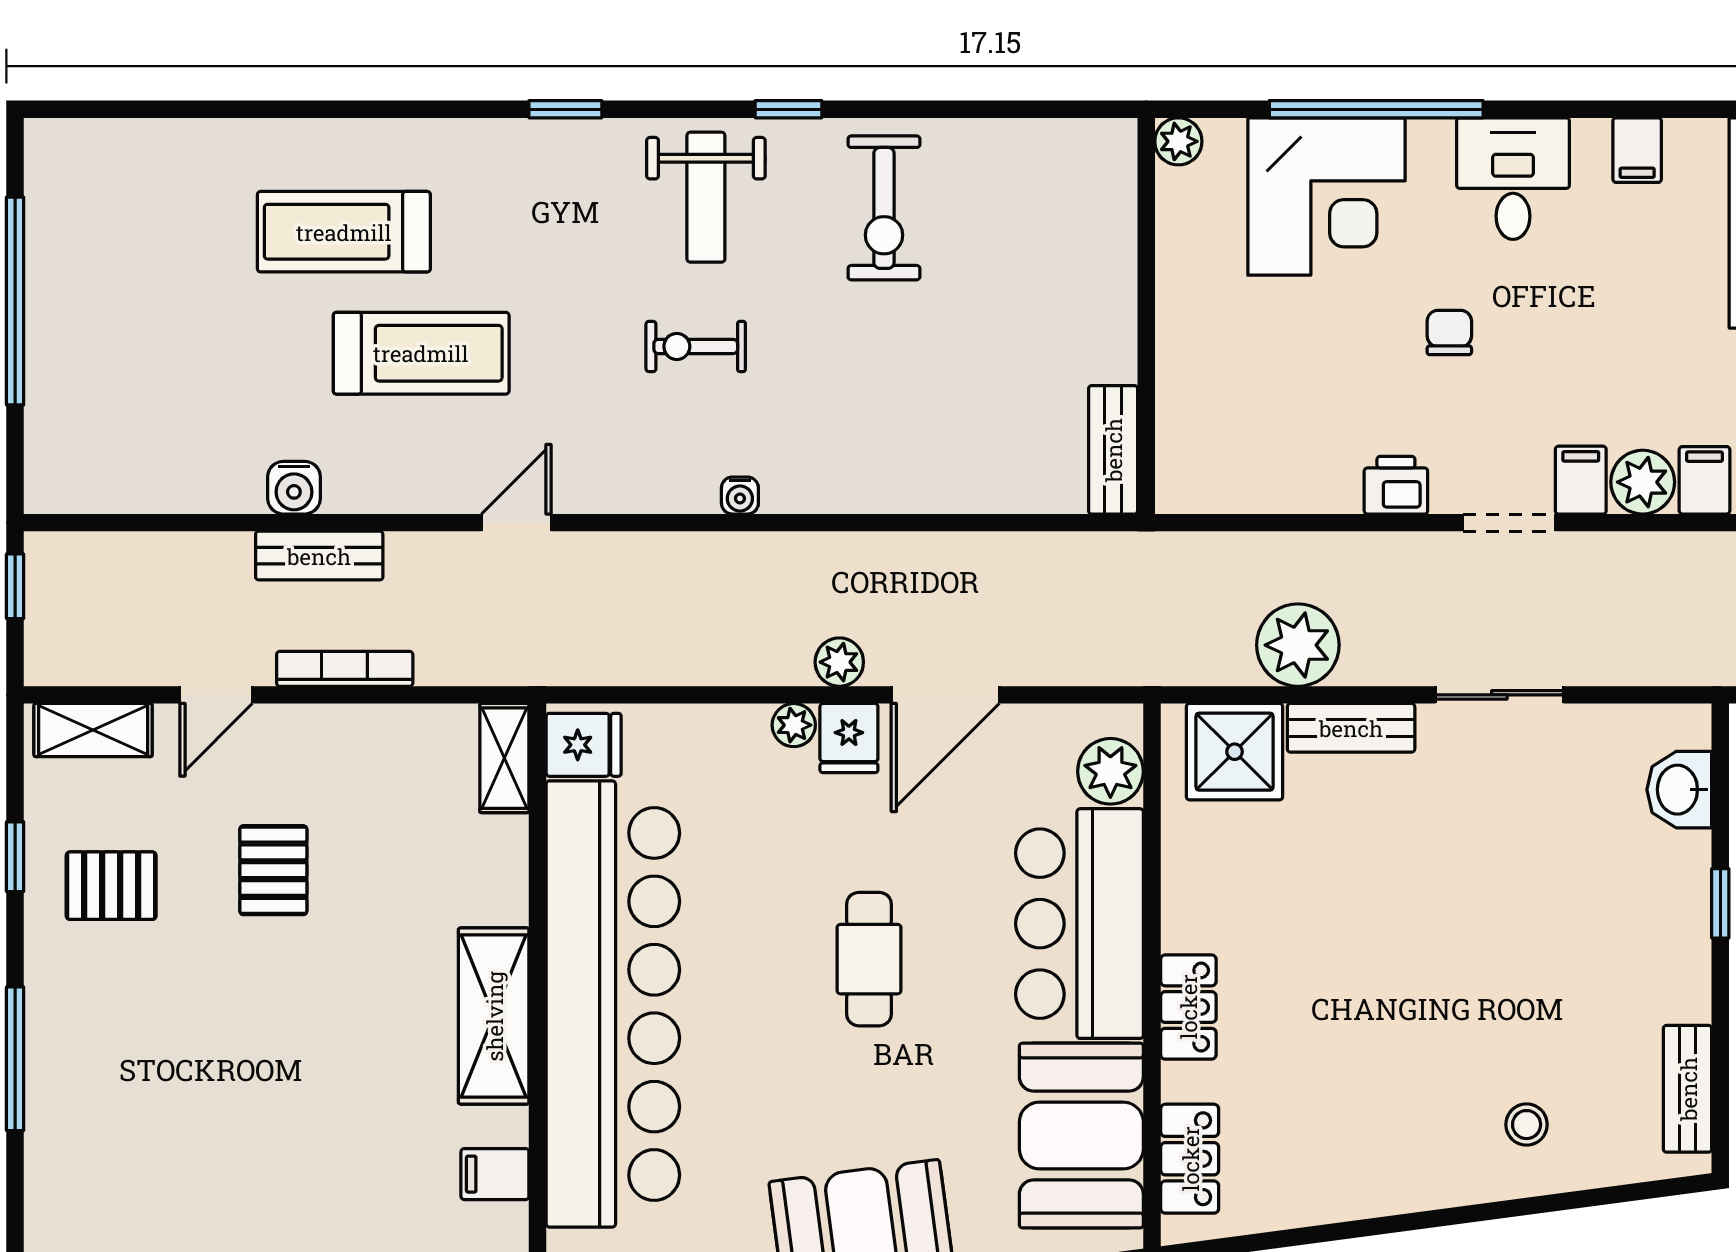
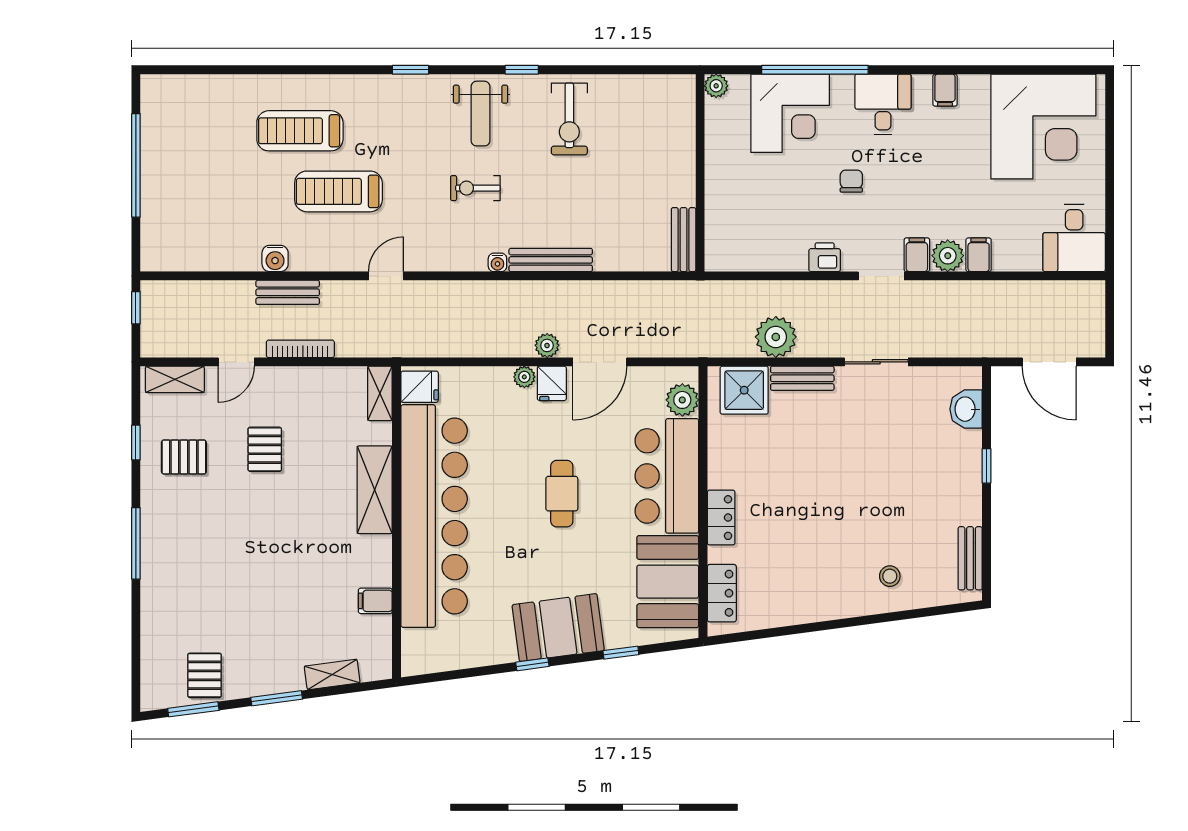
treadmill: (421, 353) -> (338, 191), turned 180
bench: (847, 491) -> (551, 260), added
shelving: (494, 1016) -> (375, 490), moved

